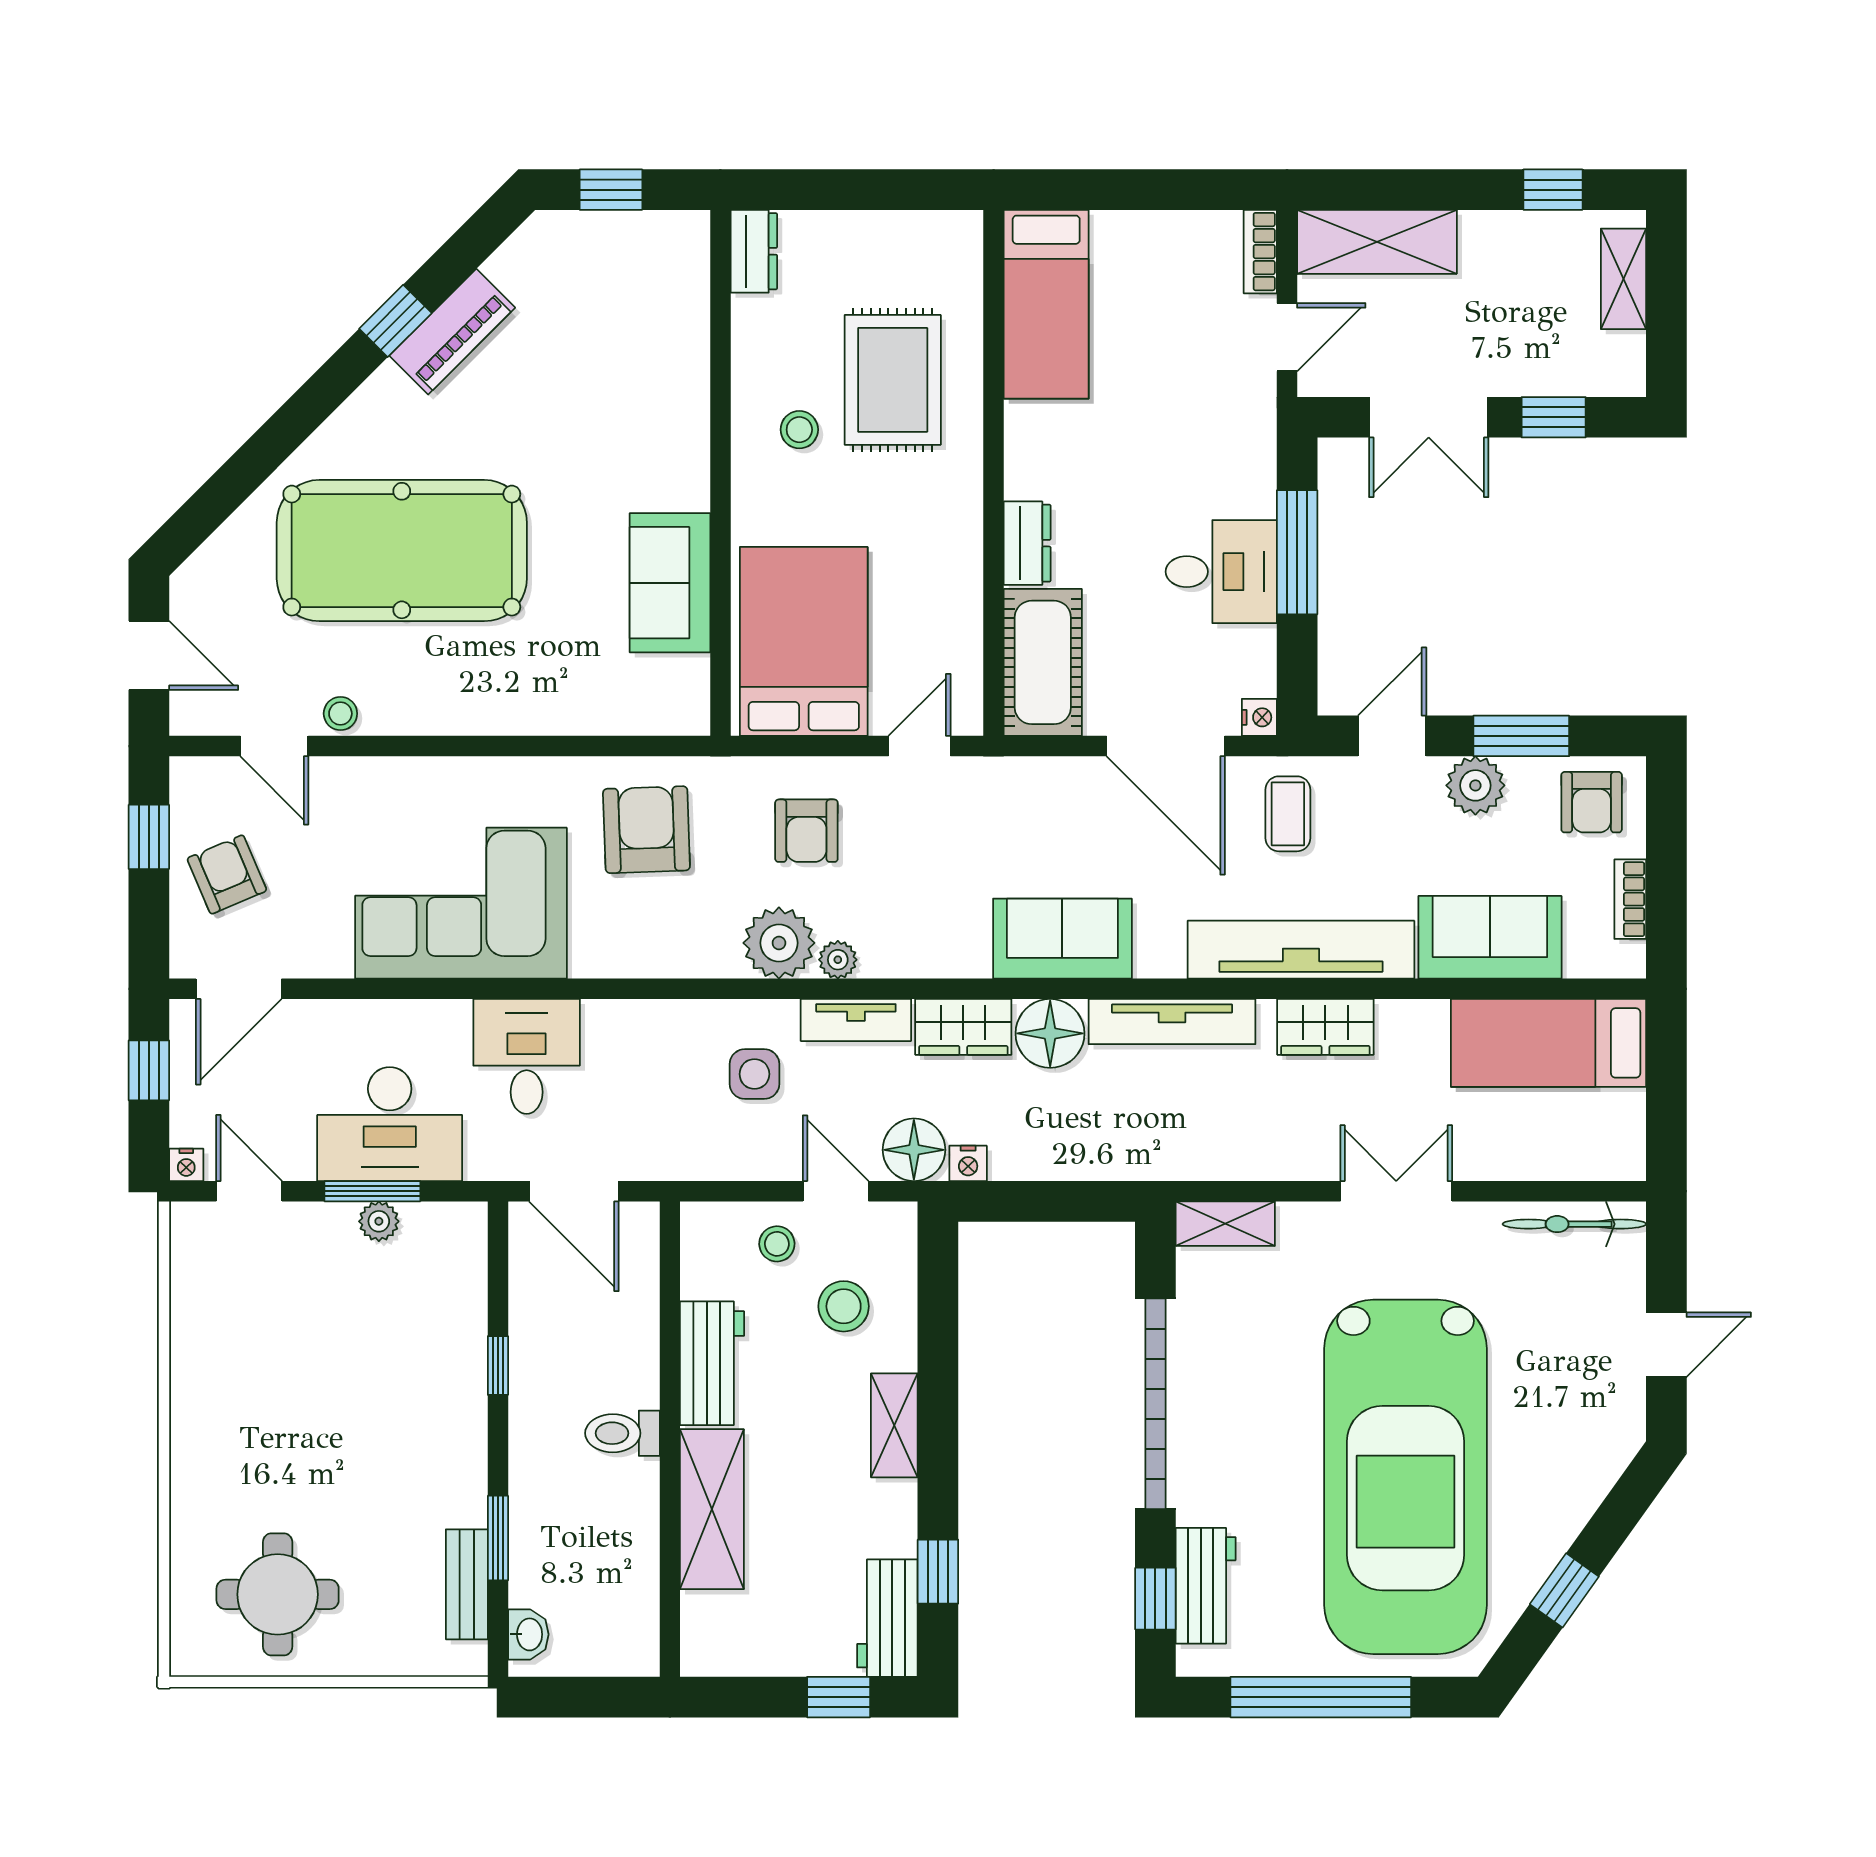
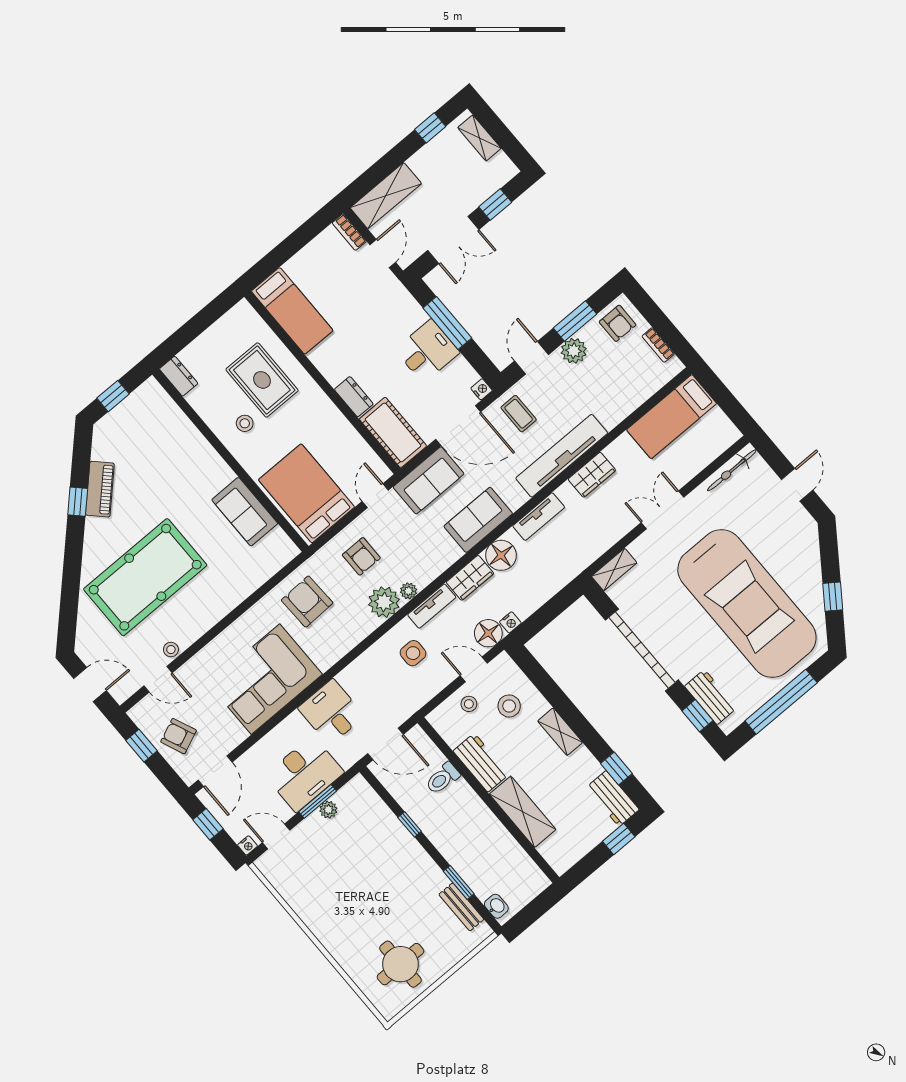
sofa: (1490, 937) -> (429, 480), moved, turned 180
tv unit: (1172, 1022) -> (539, 517), width x0.71
toilet: (622, 1433) -> (443, 778), moved

